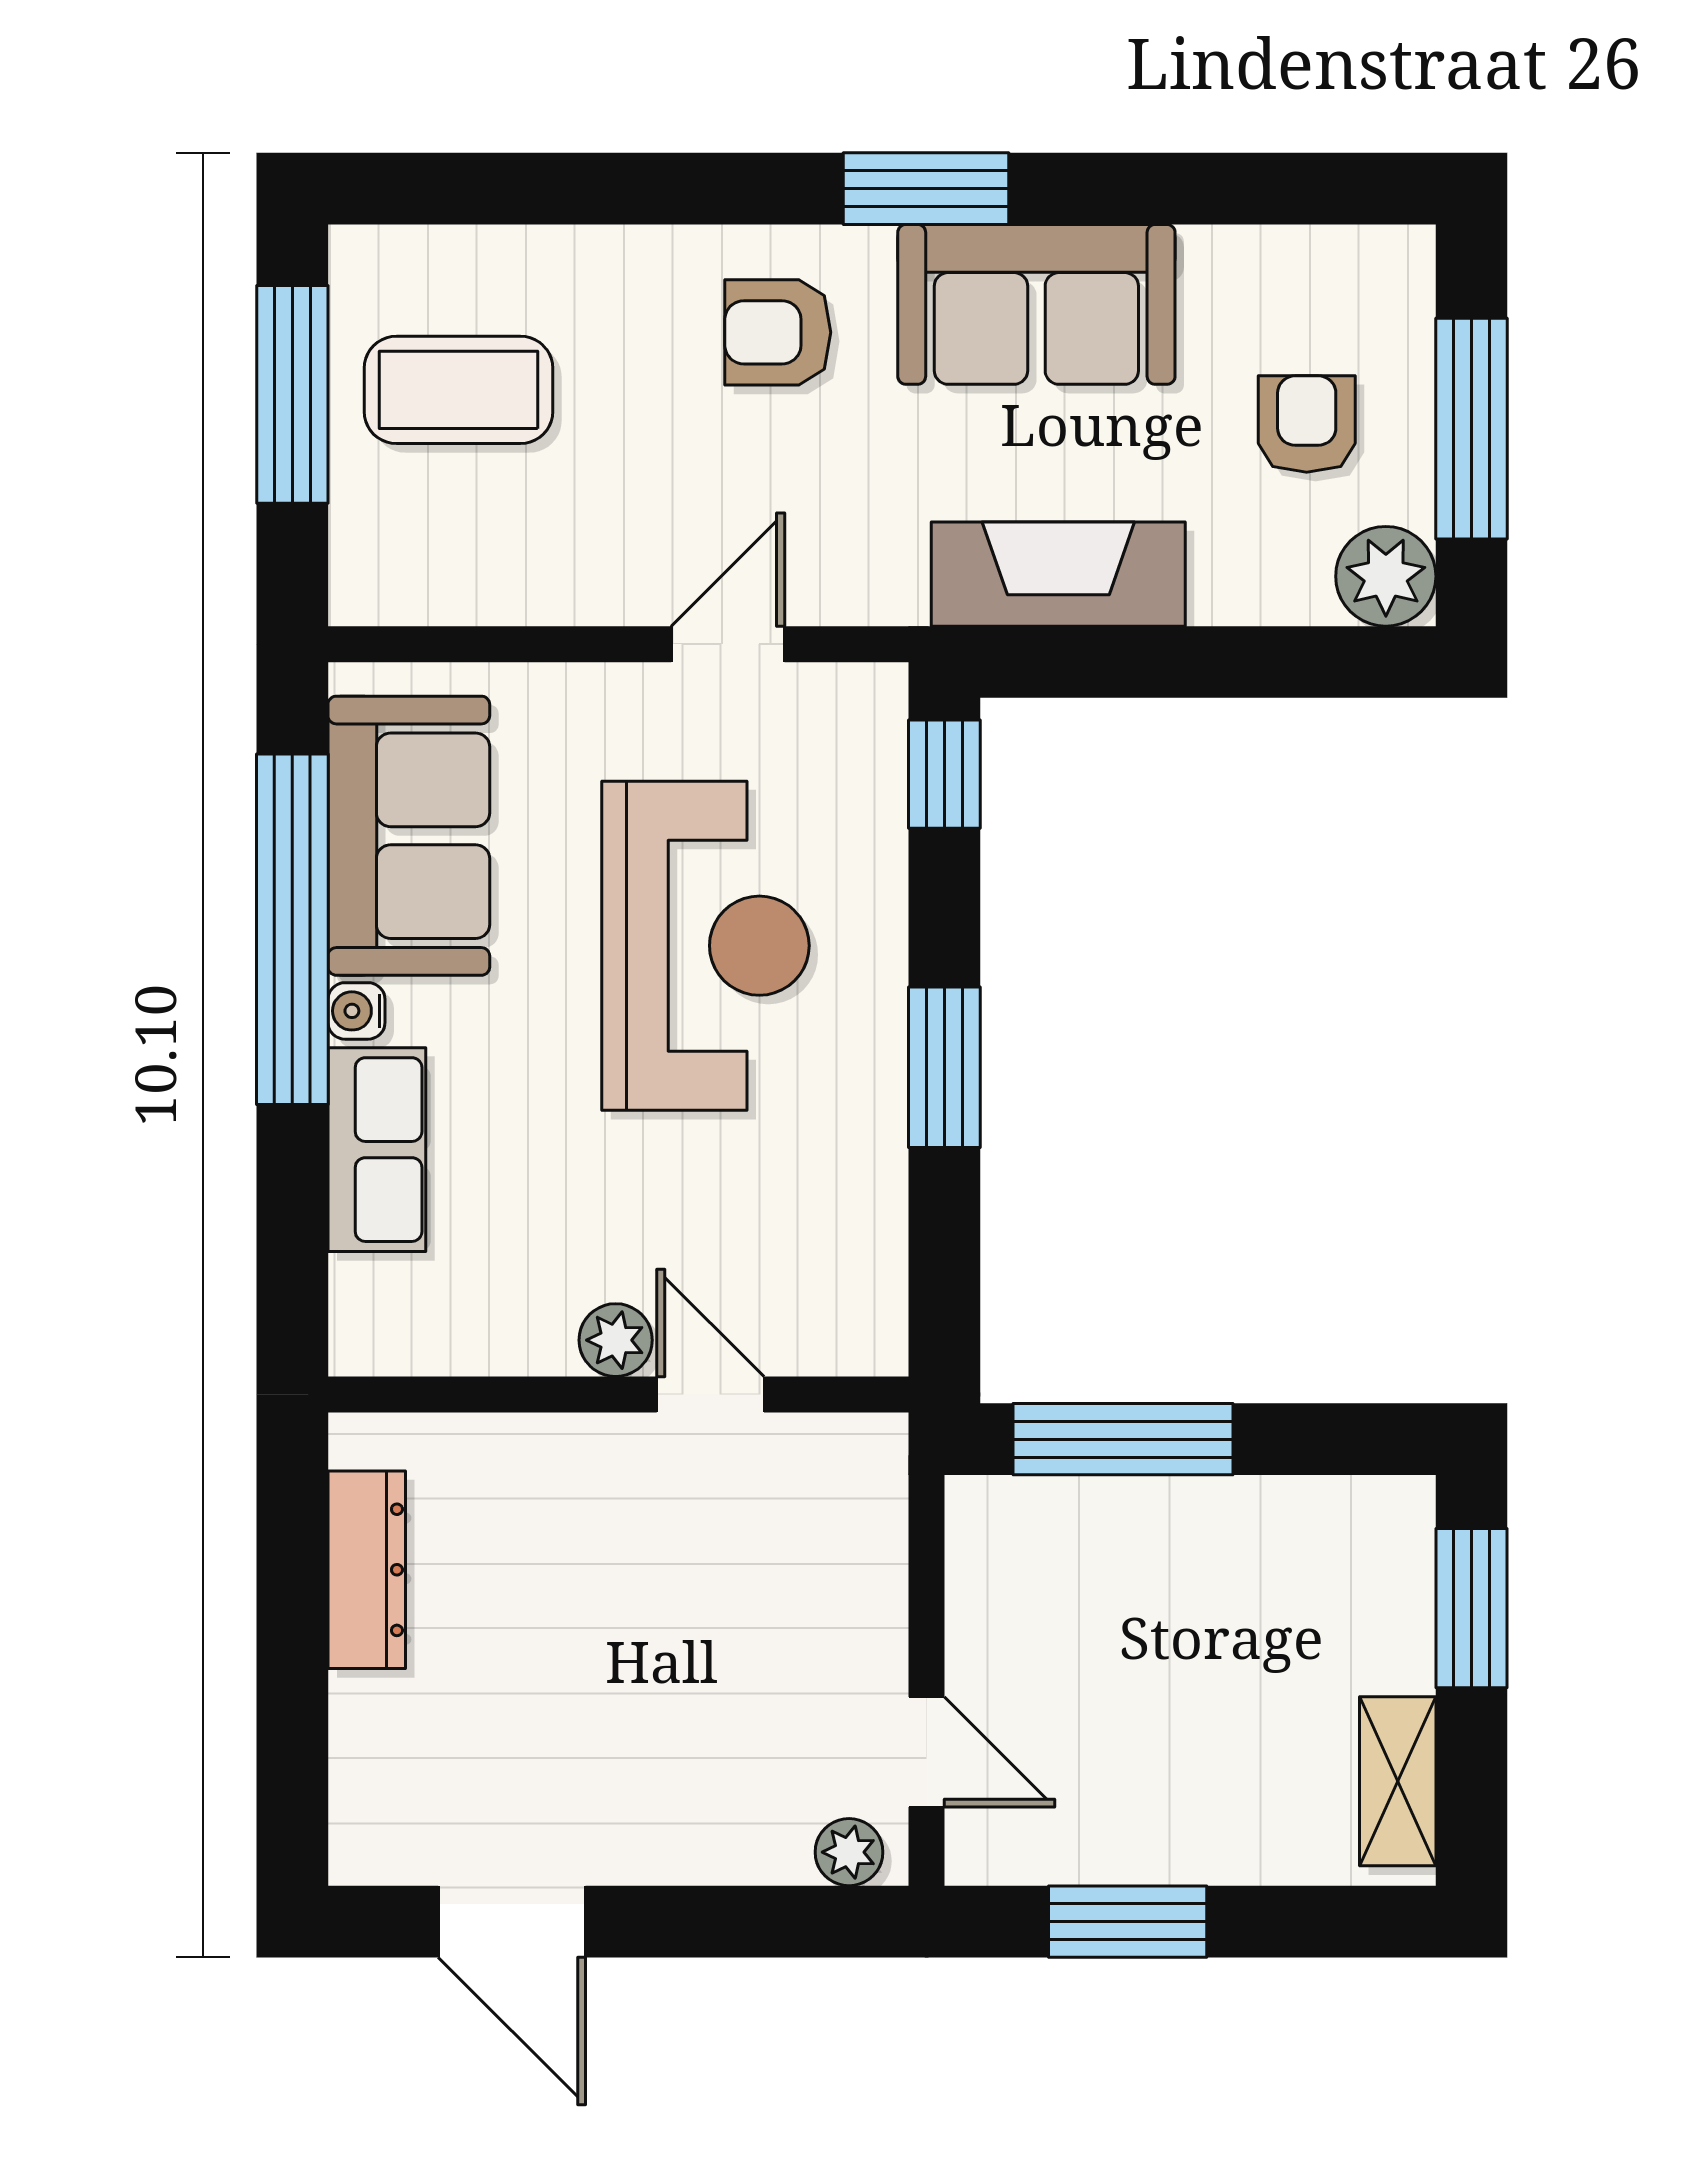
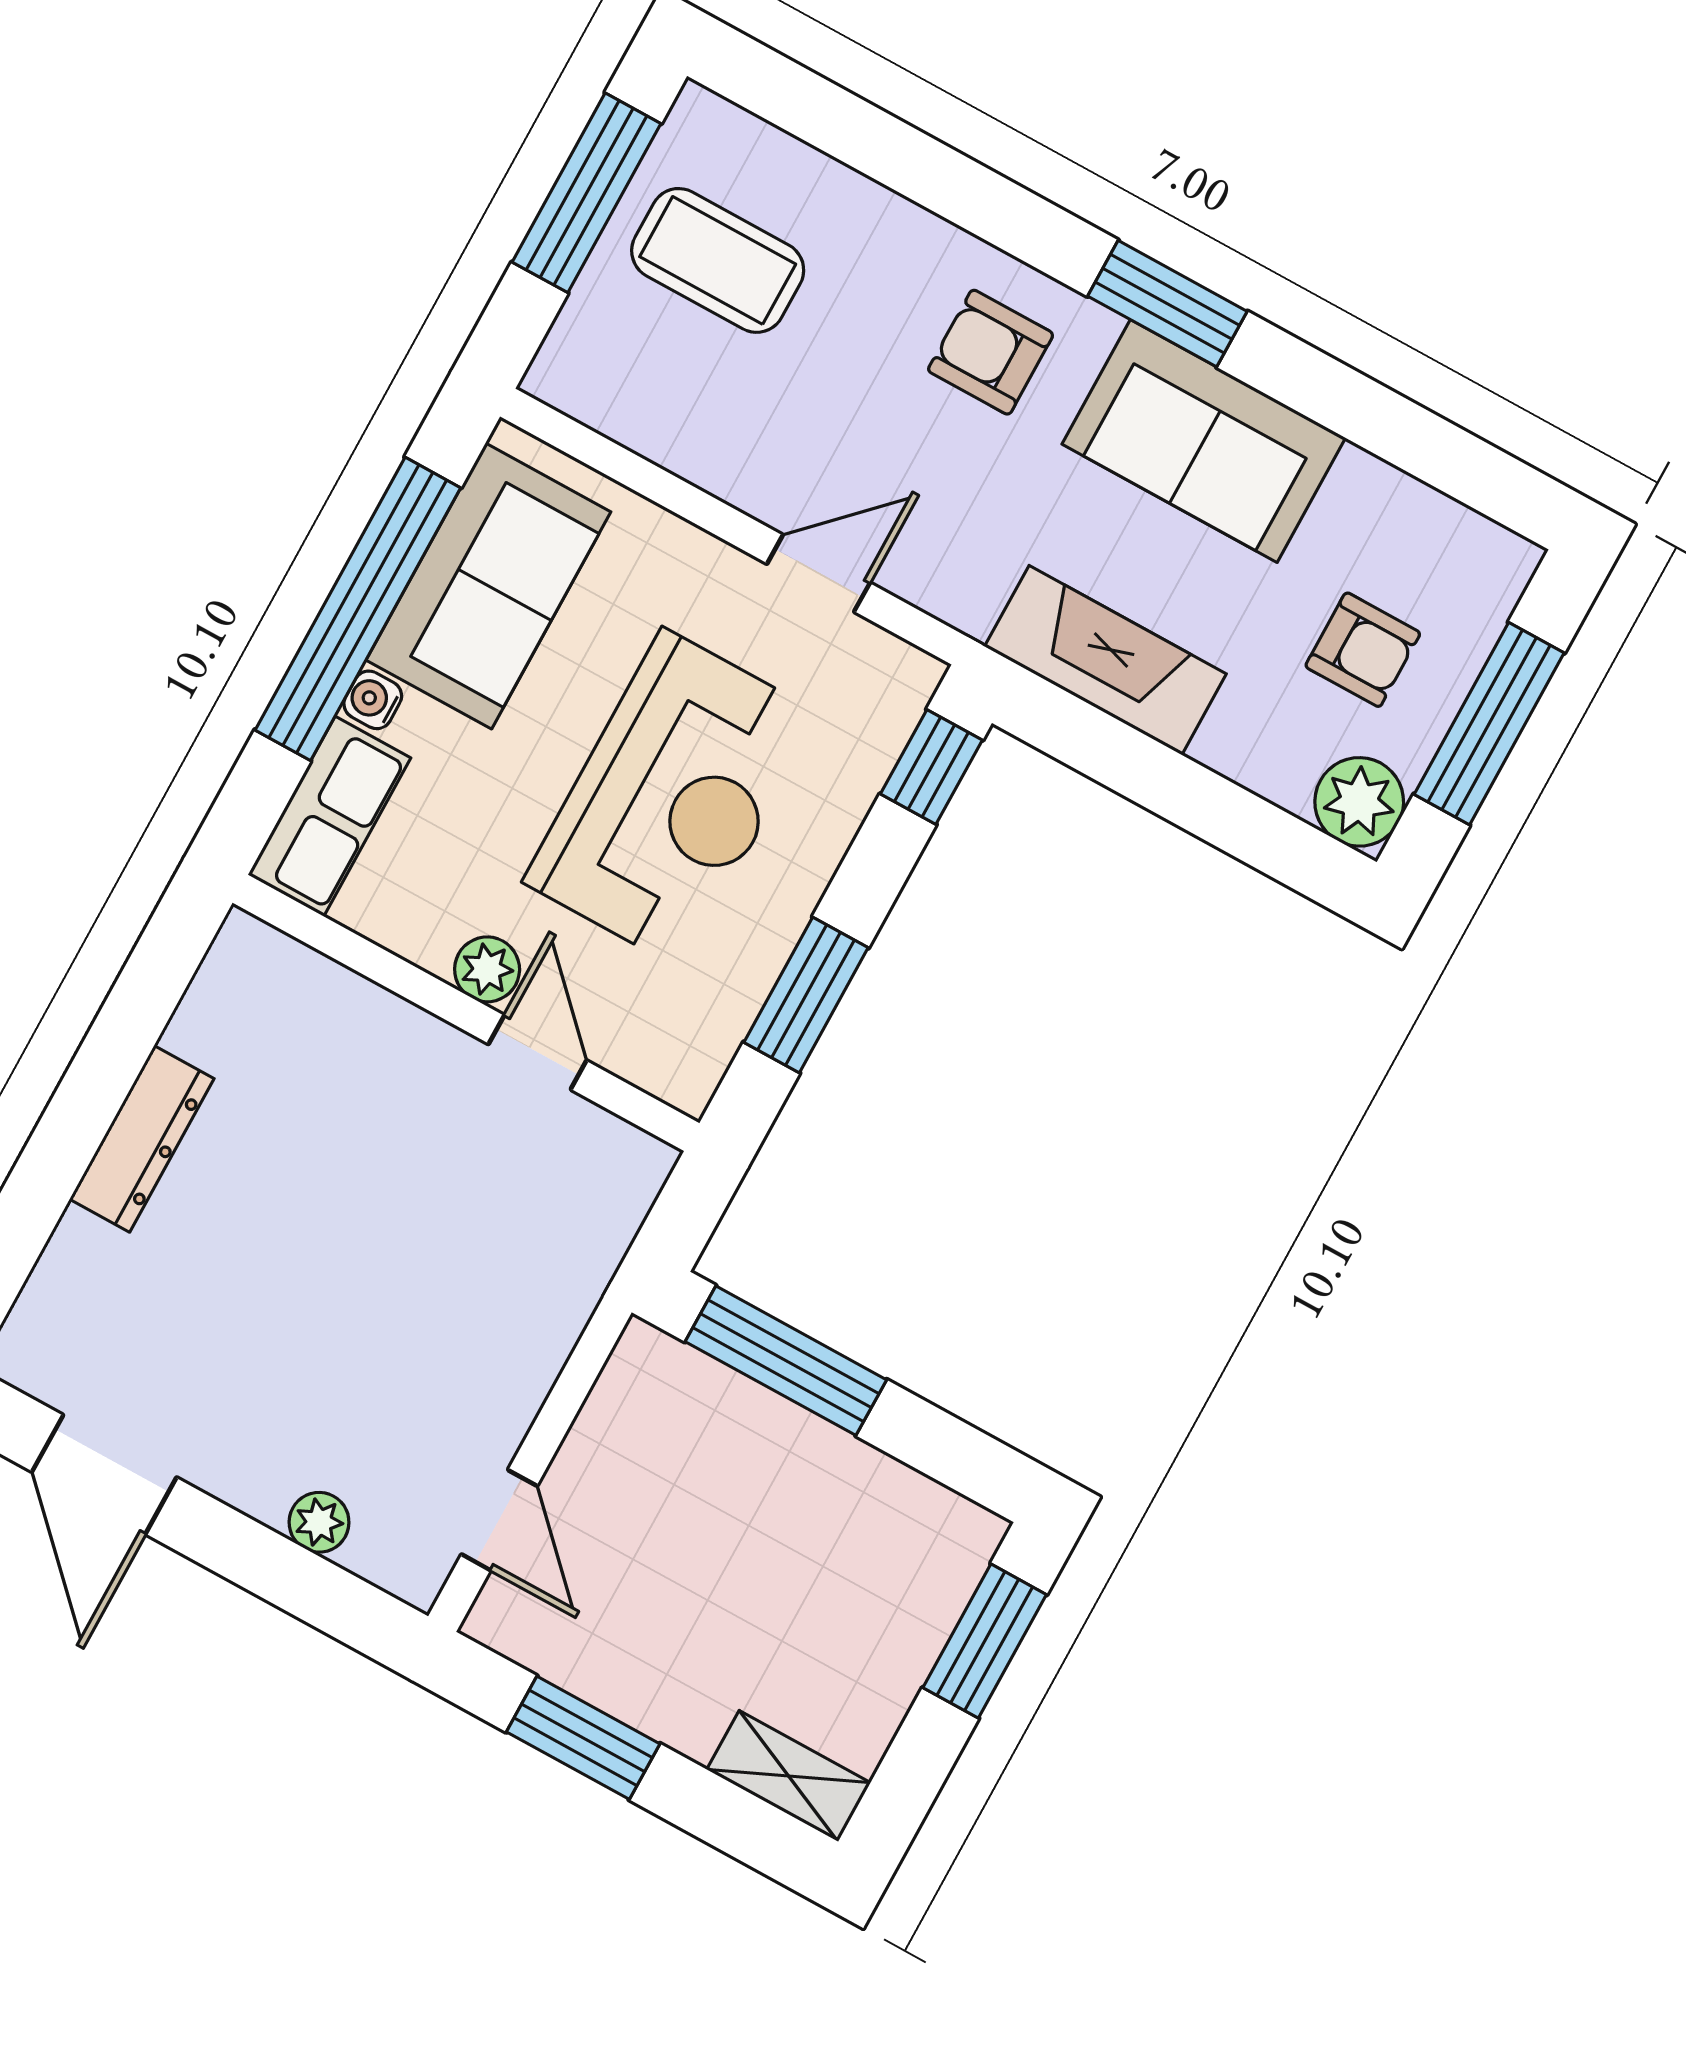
armchair: (1307, 424) -> (1363, 650), turned 90
plant: (616, 1340) -> (487, 969), moved
wall: (618, 1395) -> (466, 1013), moved
door: (710, 1395) -> (538, 1052), moved
shelving: (1398, 1781) -> (789, 1776), moved, turned 90
plant: (849, 1852) -> (319, 1522), moved

